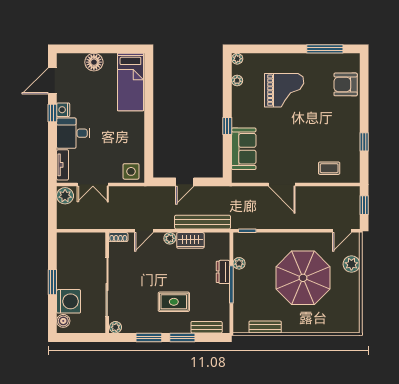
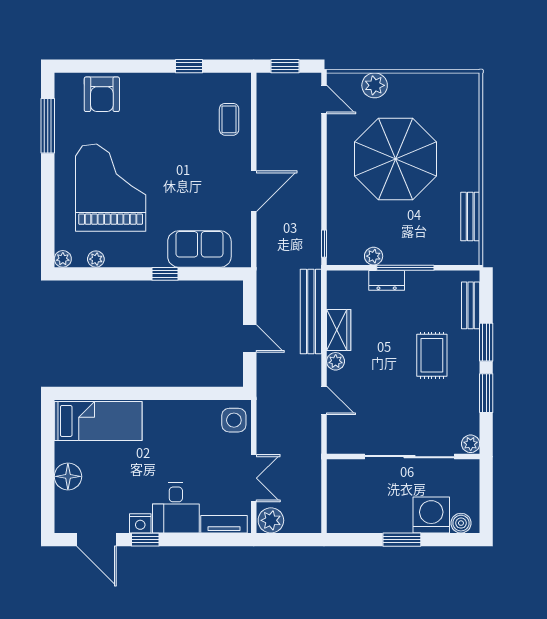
grand piano: (284, 90) -> (111, 188), width x1.37, depth x1.48
shoe rack: (118, 237) -> (334, 440), removed

